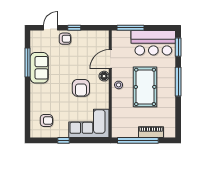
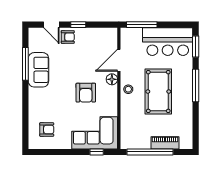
door: (51, 28) -> (51, 25), swing flipped
window: (64, 140) -> (97, 152), moved

